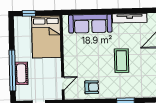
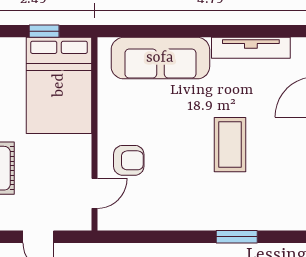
window: (29, 13) -> (44, 31), moved
armchair: (92, 87) -> (129, 160), moved

